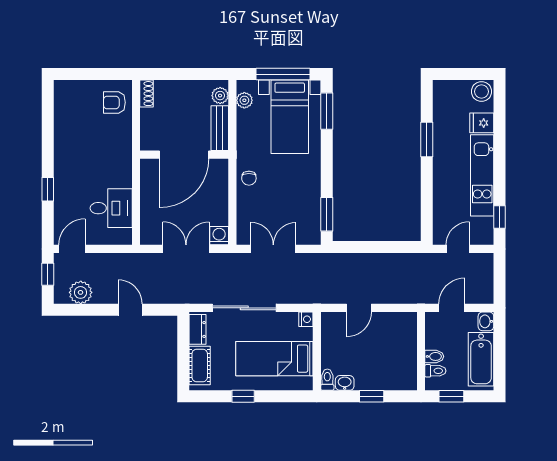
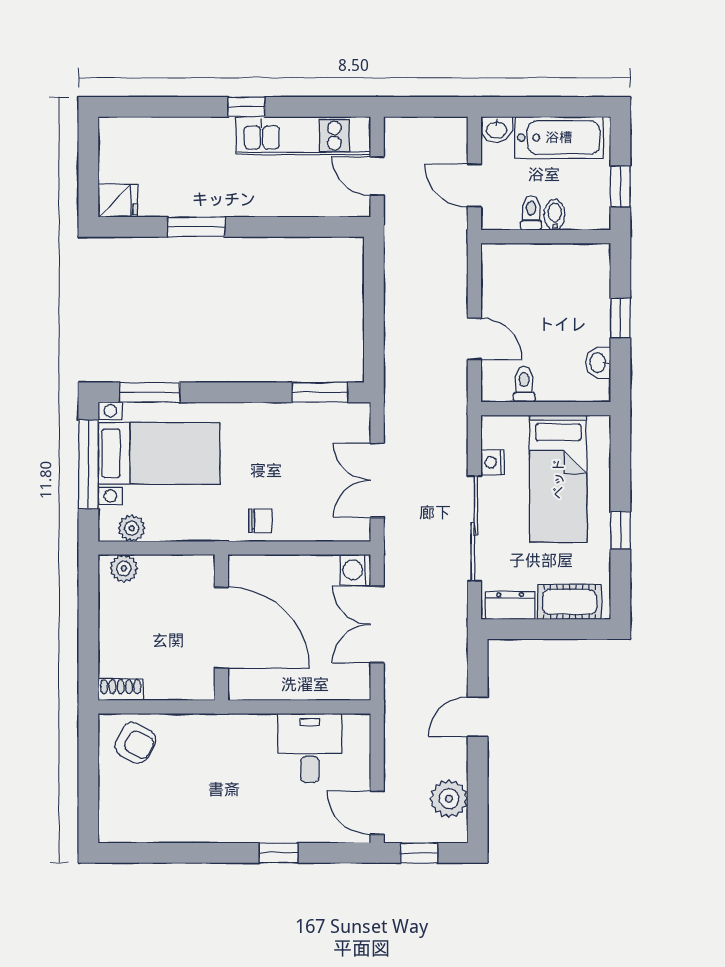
stool: (481, 92) -> (117, 137), removed
armchair: (114, 102) -> (135, 743), turned -62
fridge: (482, 123) -> (118, 201), moved, turned -90
bench: (220, 128) -> (178, 569), removed
kitchen unit: (482, 175) -> (303, 136), moved
window: (500, 217) -> (247, 107), moved
nightstand: (306, 319) -> (493, 462), moved, turned -90
toilet: (435, 371) -> (531, 213), moved
toilet: (327, 380) -> (524, 384), moved, turned 90

